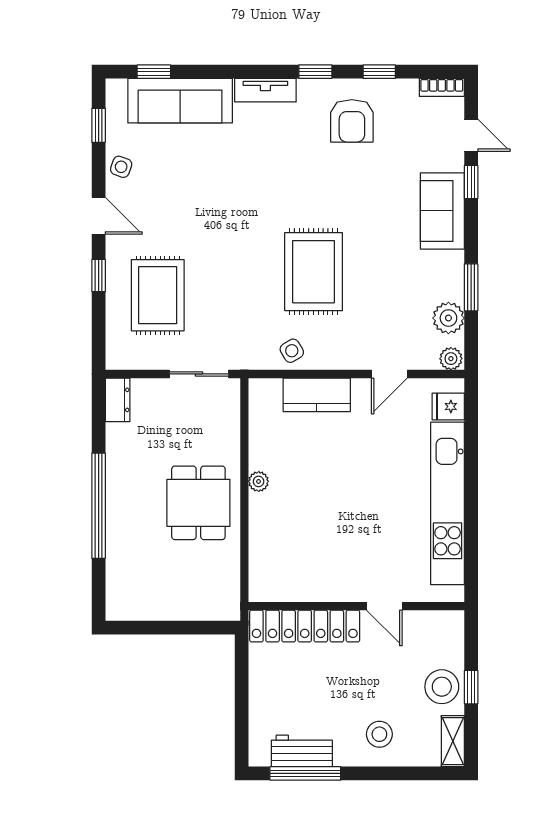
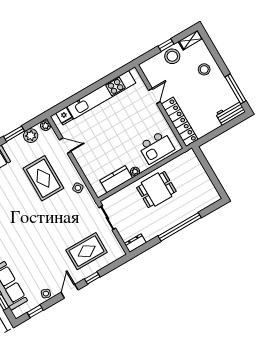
rug: (314, 272) -> (43, 178), moved, turned 90
kitchen counter: (317, 395) -> (116, 179), moved, turned -90
kitchen island: (281, 551) -> (156, 147), added
workbench: (302, 751) -> (230, 113), moved, turned 90

